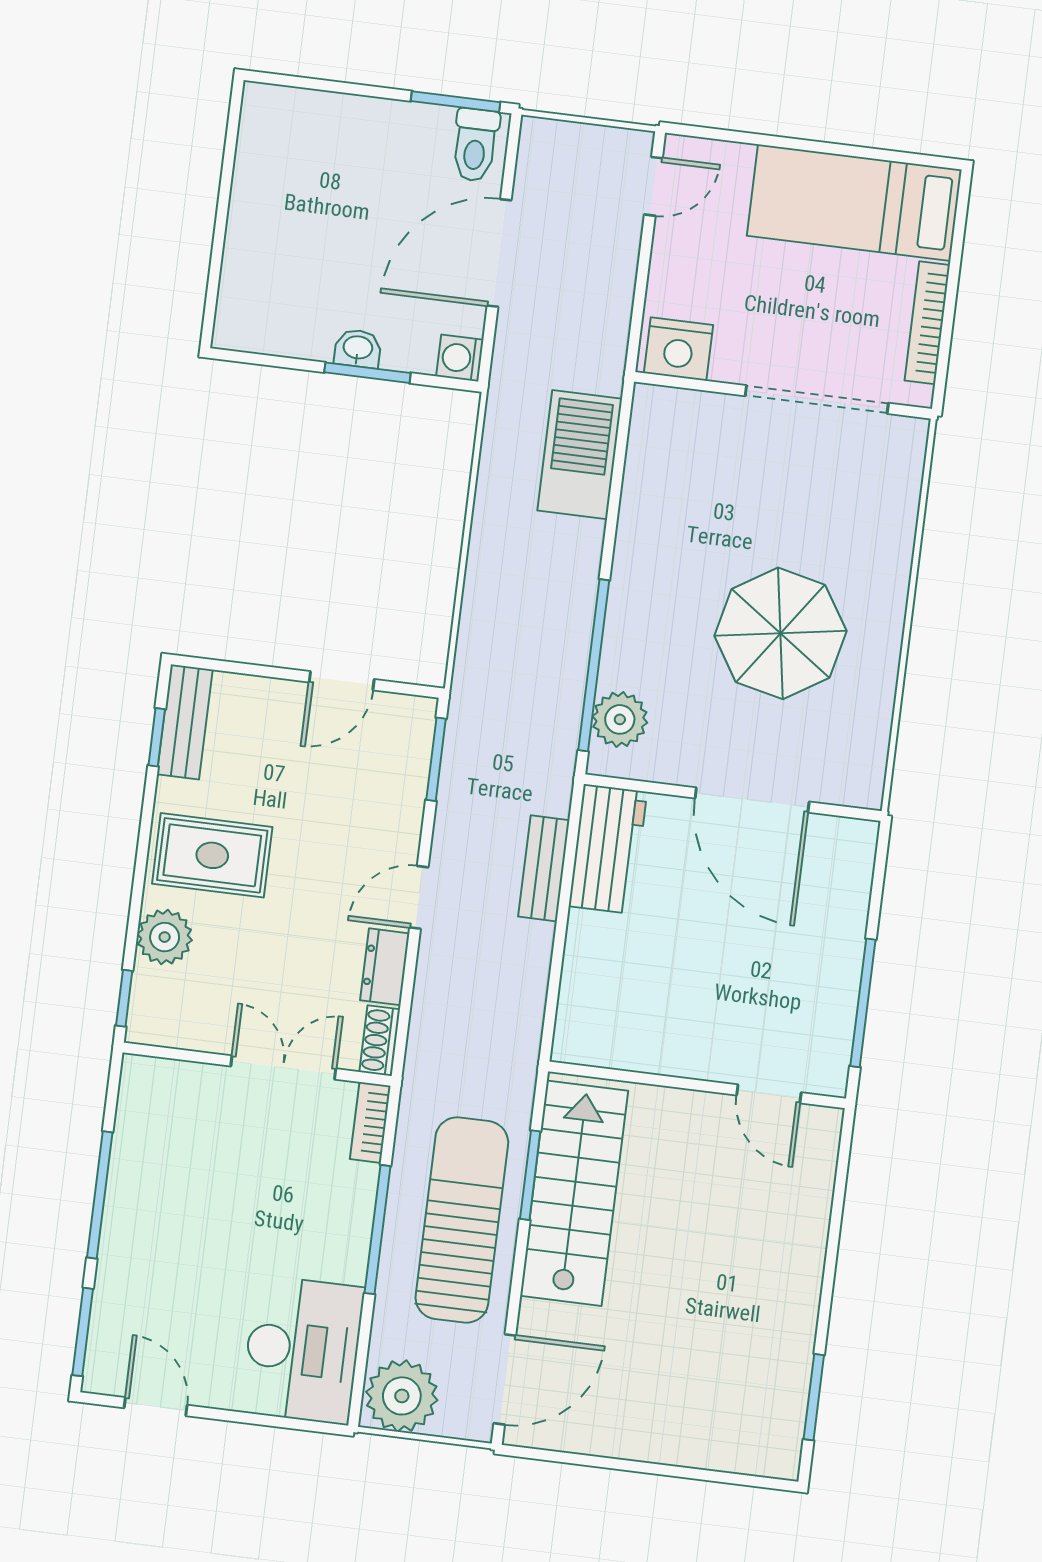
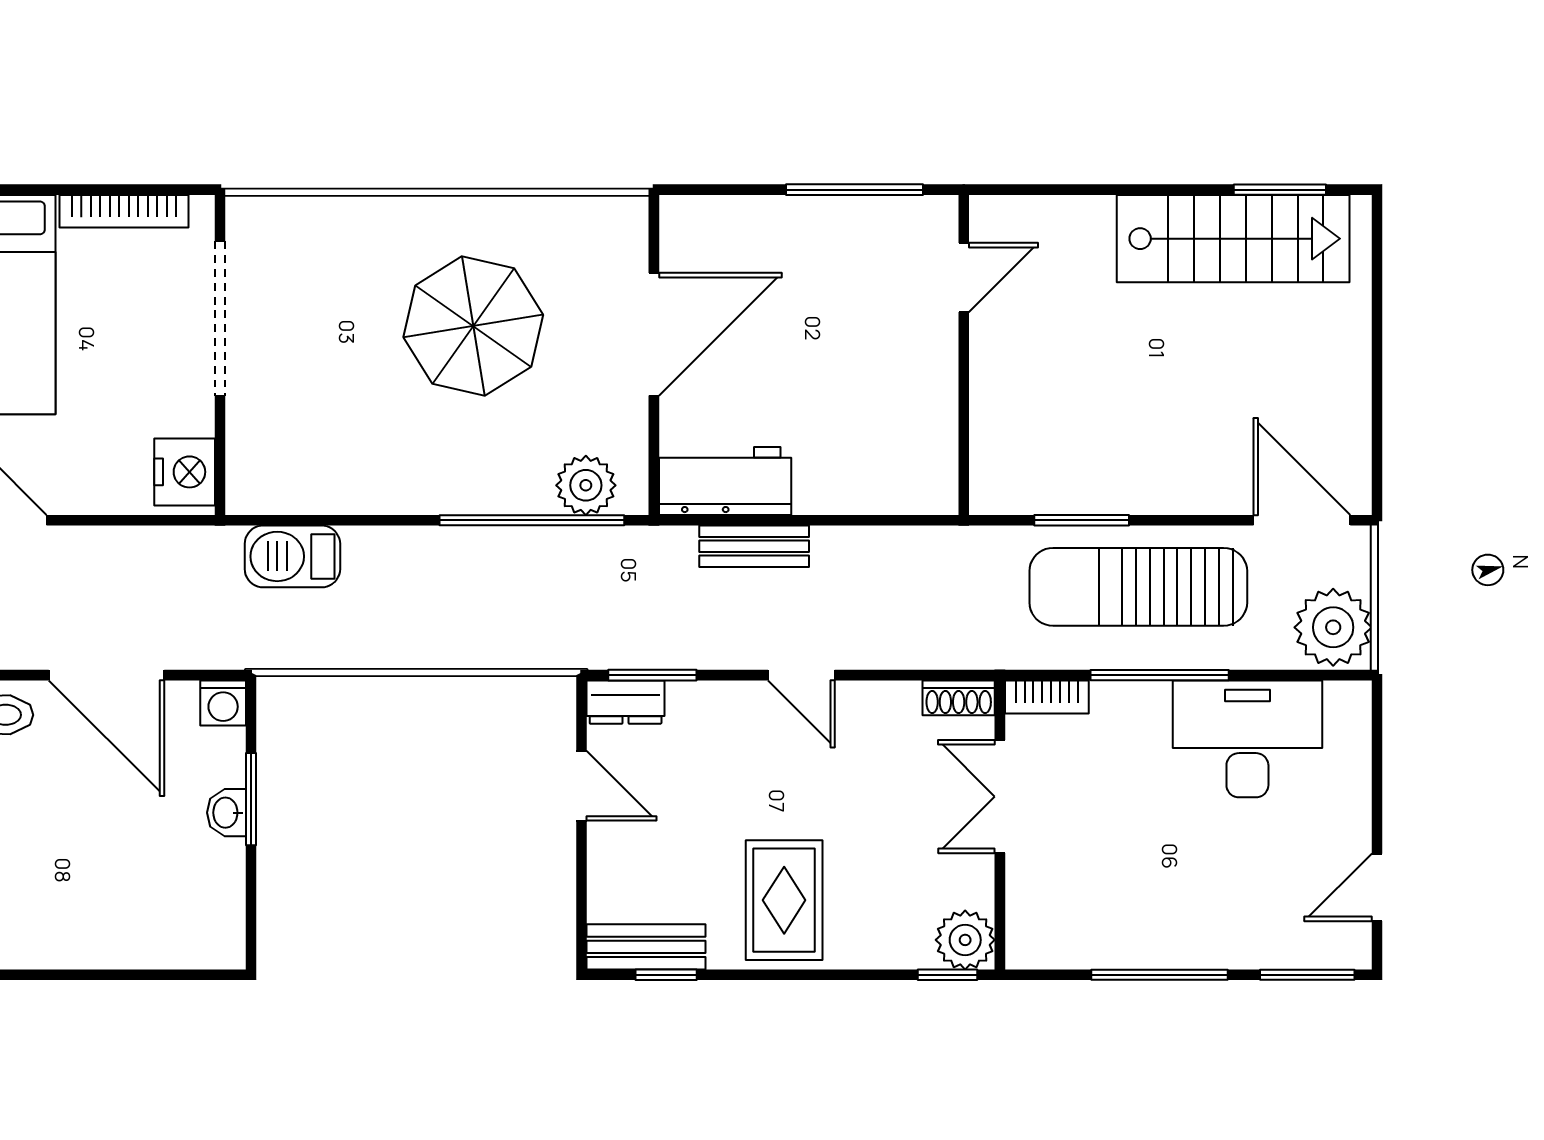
barbecue: (580, 455) -> (292, 556), width x0.73, depth x0.83
plant: (165, 937) -> (965, 940), moved
dresser: (385, 967) -> (626, 702), moved
stairs: (574, 1193) -> (1233, 239), moved, turned 180
desk: (303, 1350) -> (1247, 739), moved

